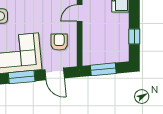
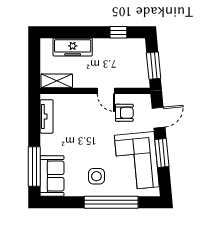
door: (80, 13) -> (106, 91), moved
armchair: (59, 42) -> (124, 113), turned 180

